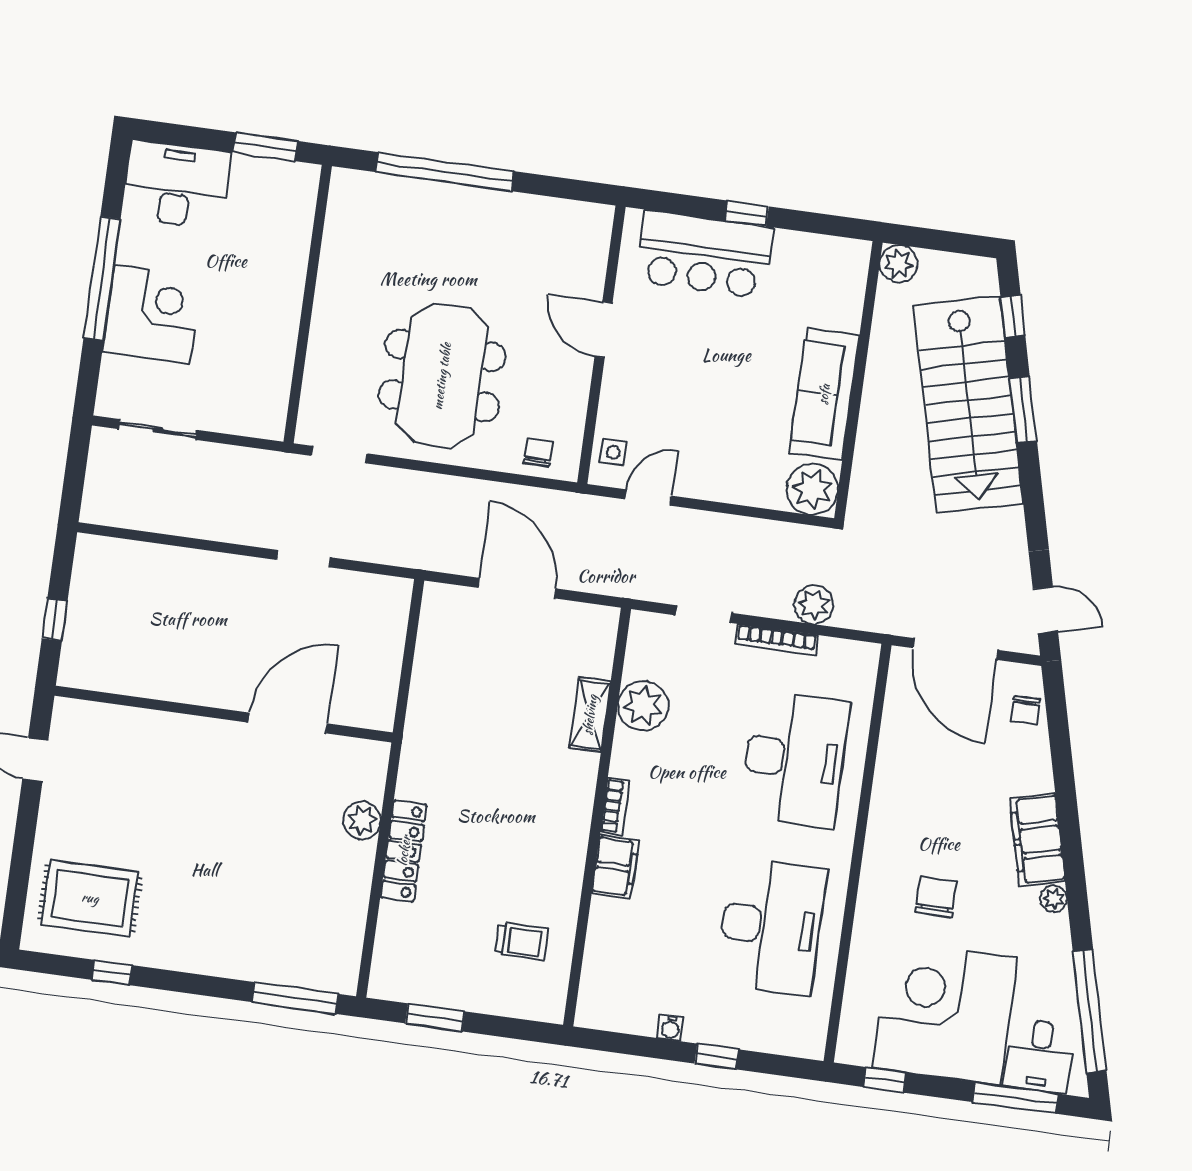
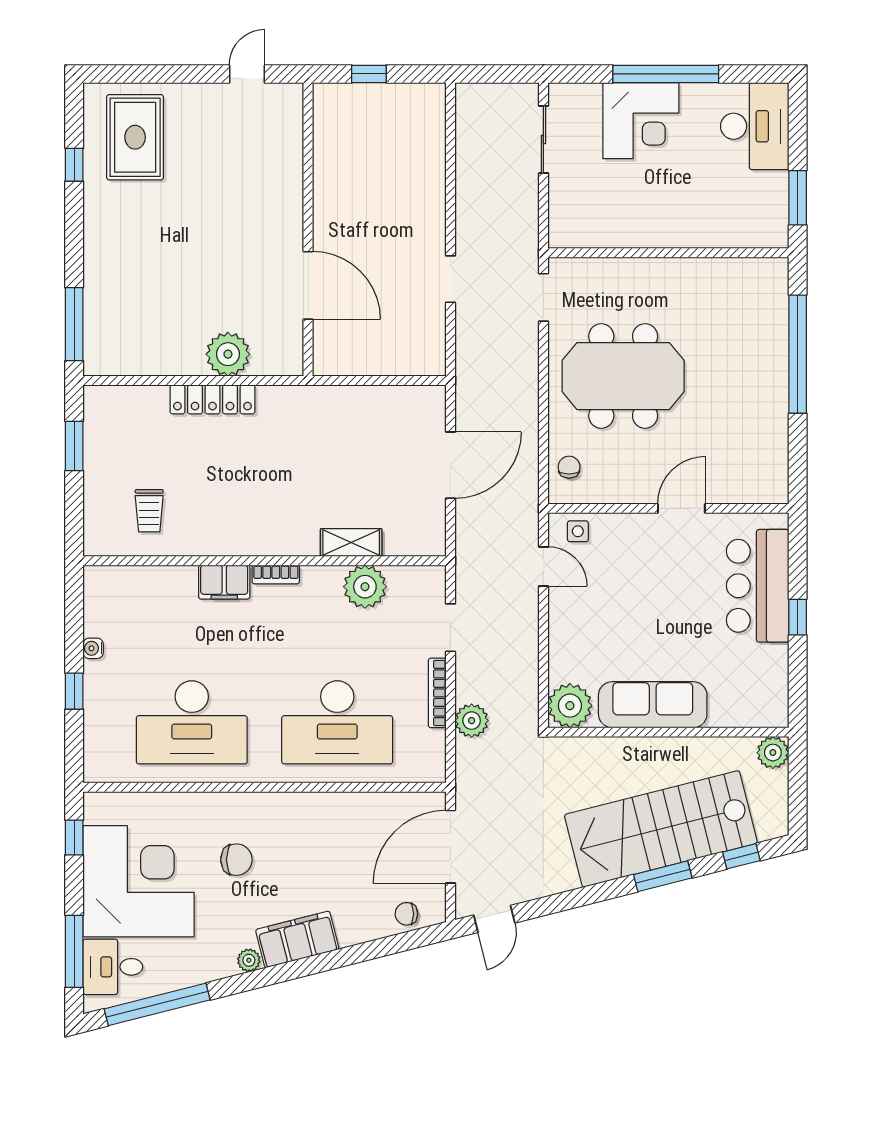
chair: (538, 452) -> (569, 467), turned -90
plant: (362, 820) -> (228, 354), width x1.36, depth x1.36

